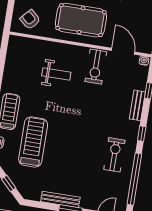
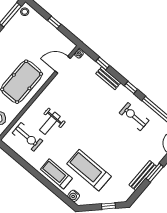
exercise bike: (96, 67) -> (27, 137), moved
weight bench: (56, 74) -> (50, 123), turned 180

